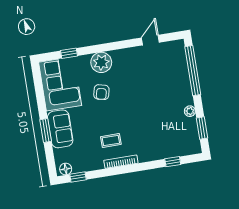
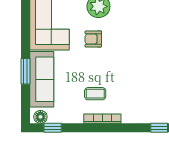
armchair: (101, 92) -> (93, 39), turned 77
sofa: (60, 129) -> (42, 79), width x1.36

